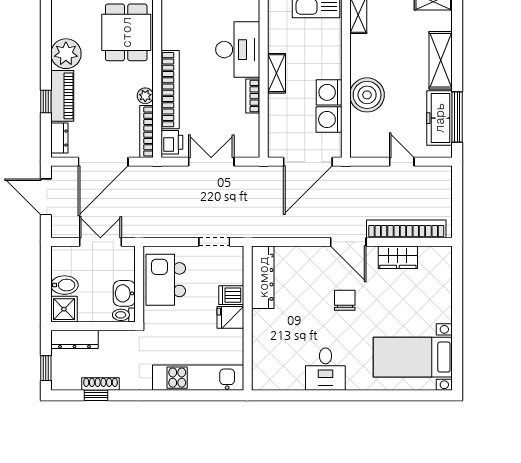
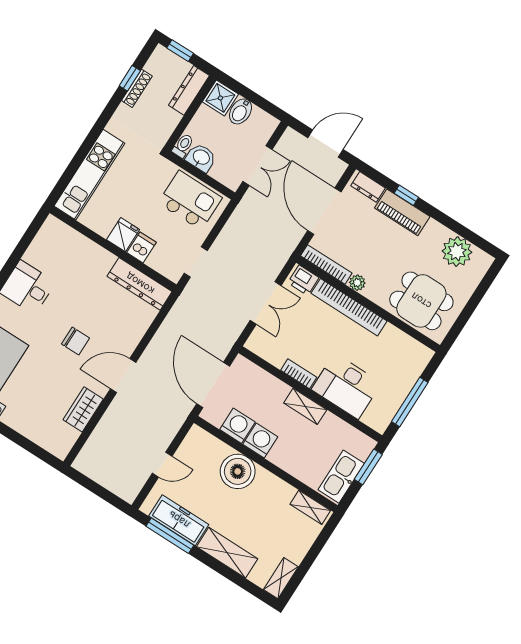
plant: (66, 54) -> (457, 252), moved
bookcase: (406, 229) -> (103, 432), removed

